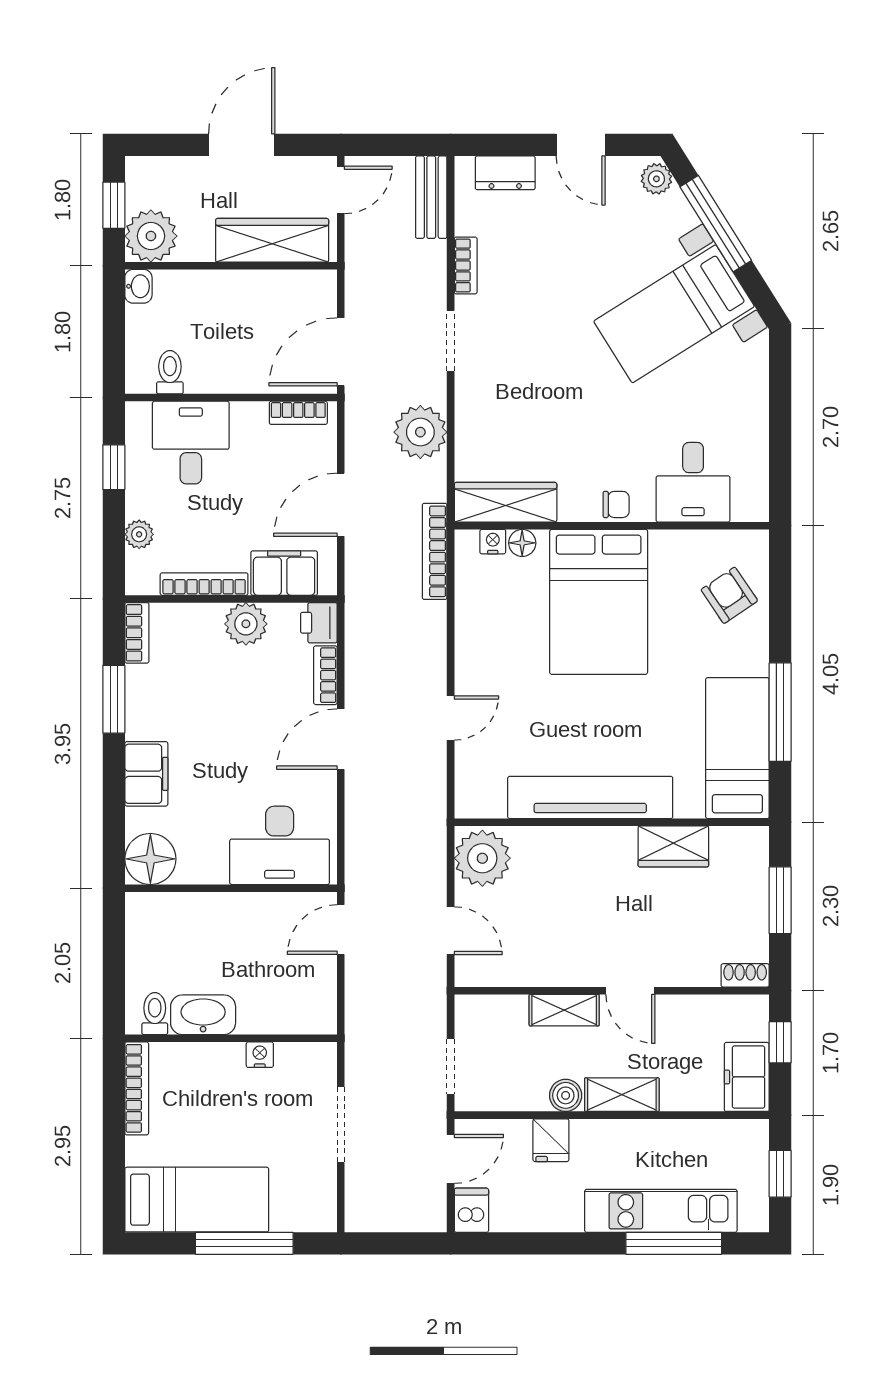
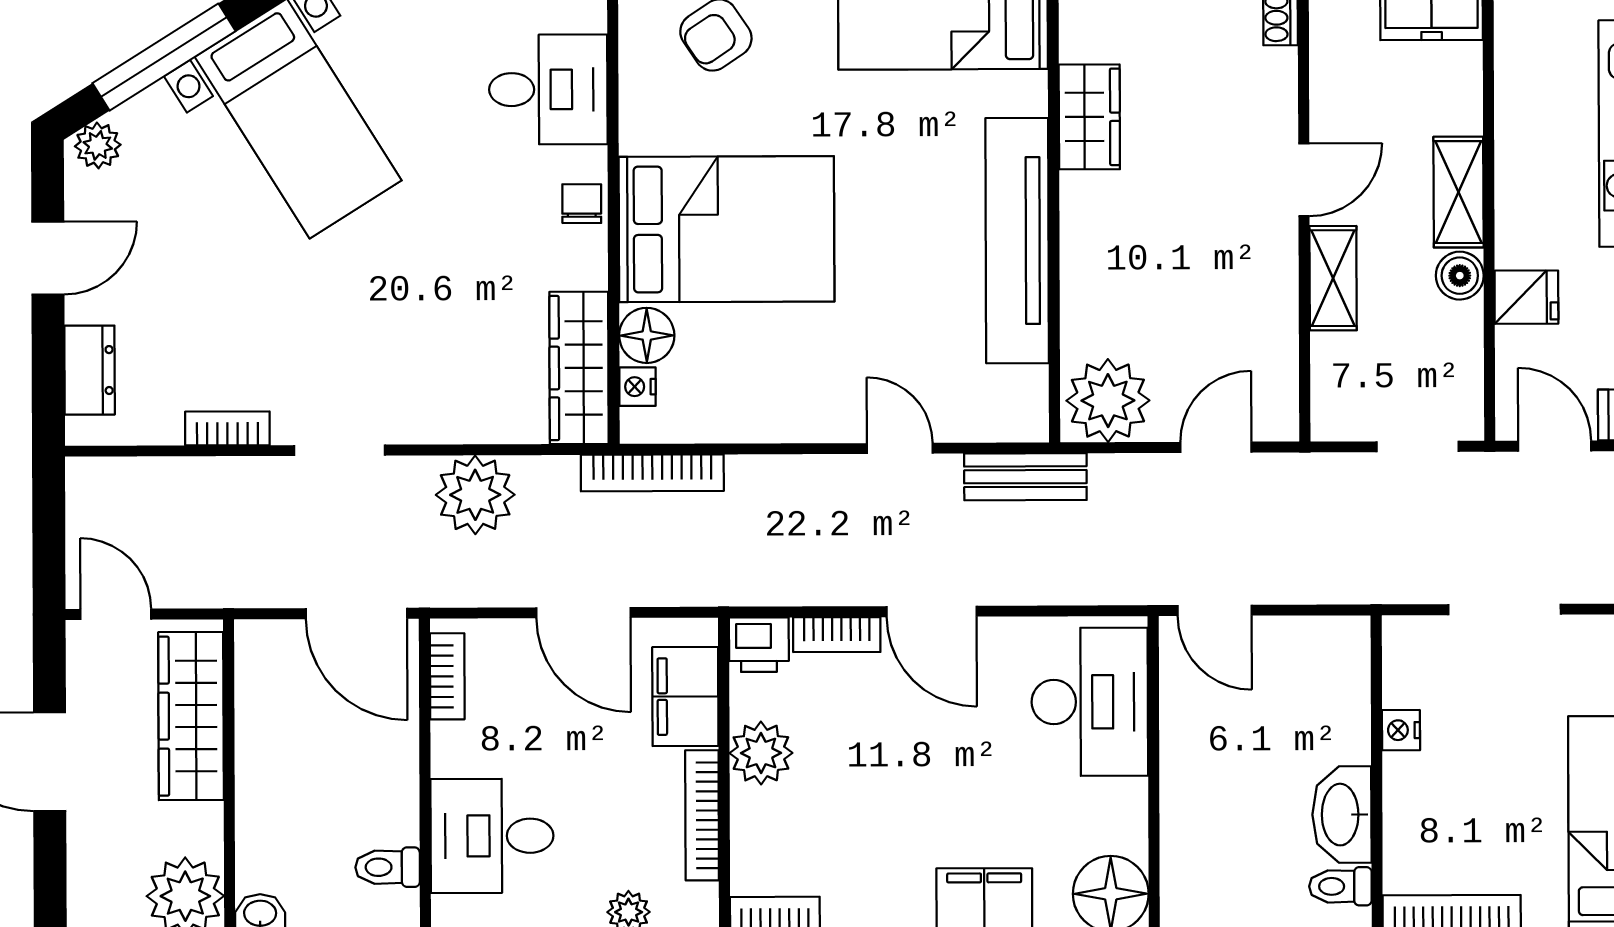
bench: (431, 197) -> (1025, 477), moved
floor lamp: (522, 543) -> (647, 335), width x1.37, depth x1.37

